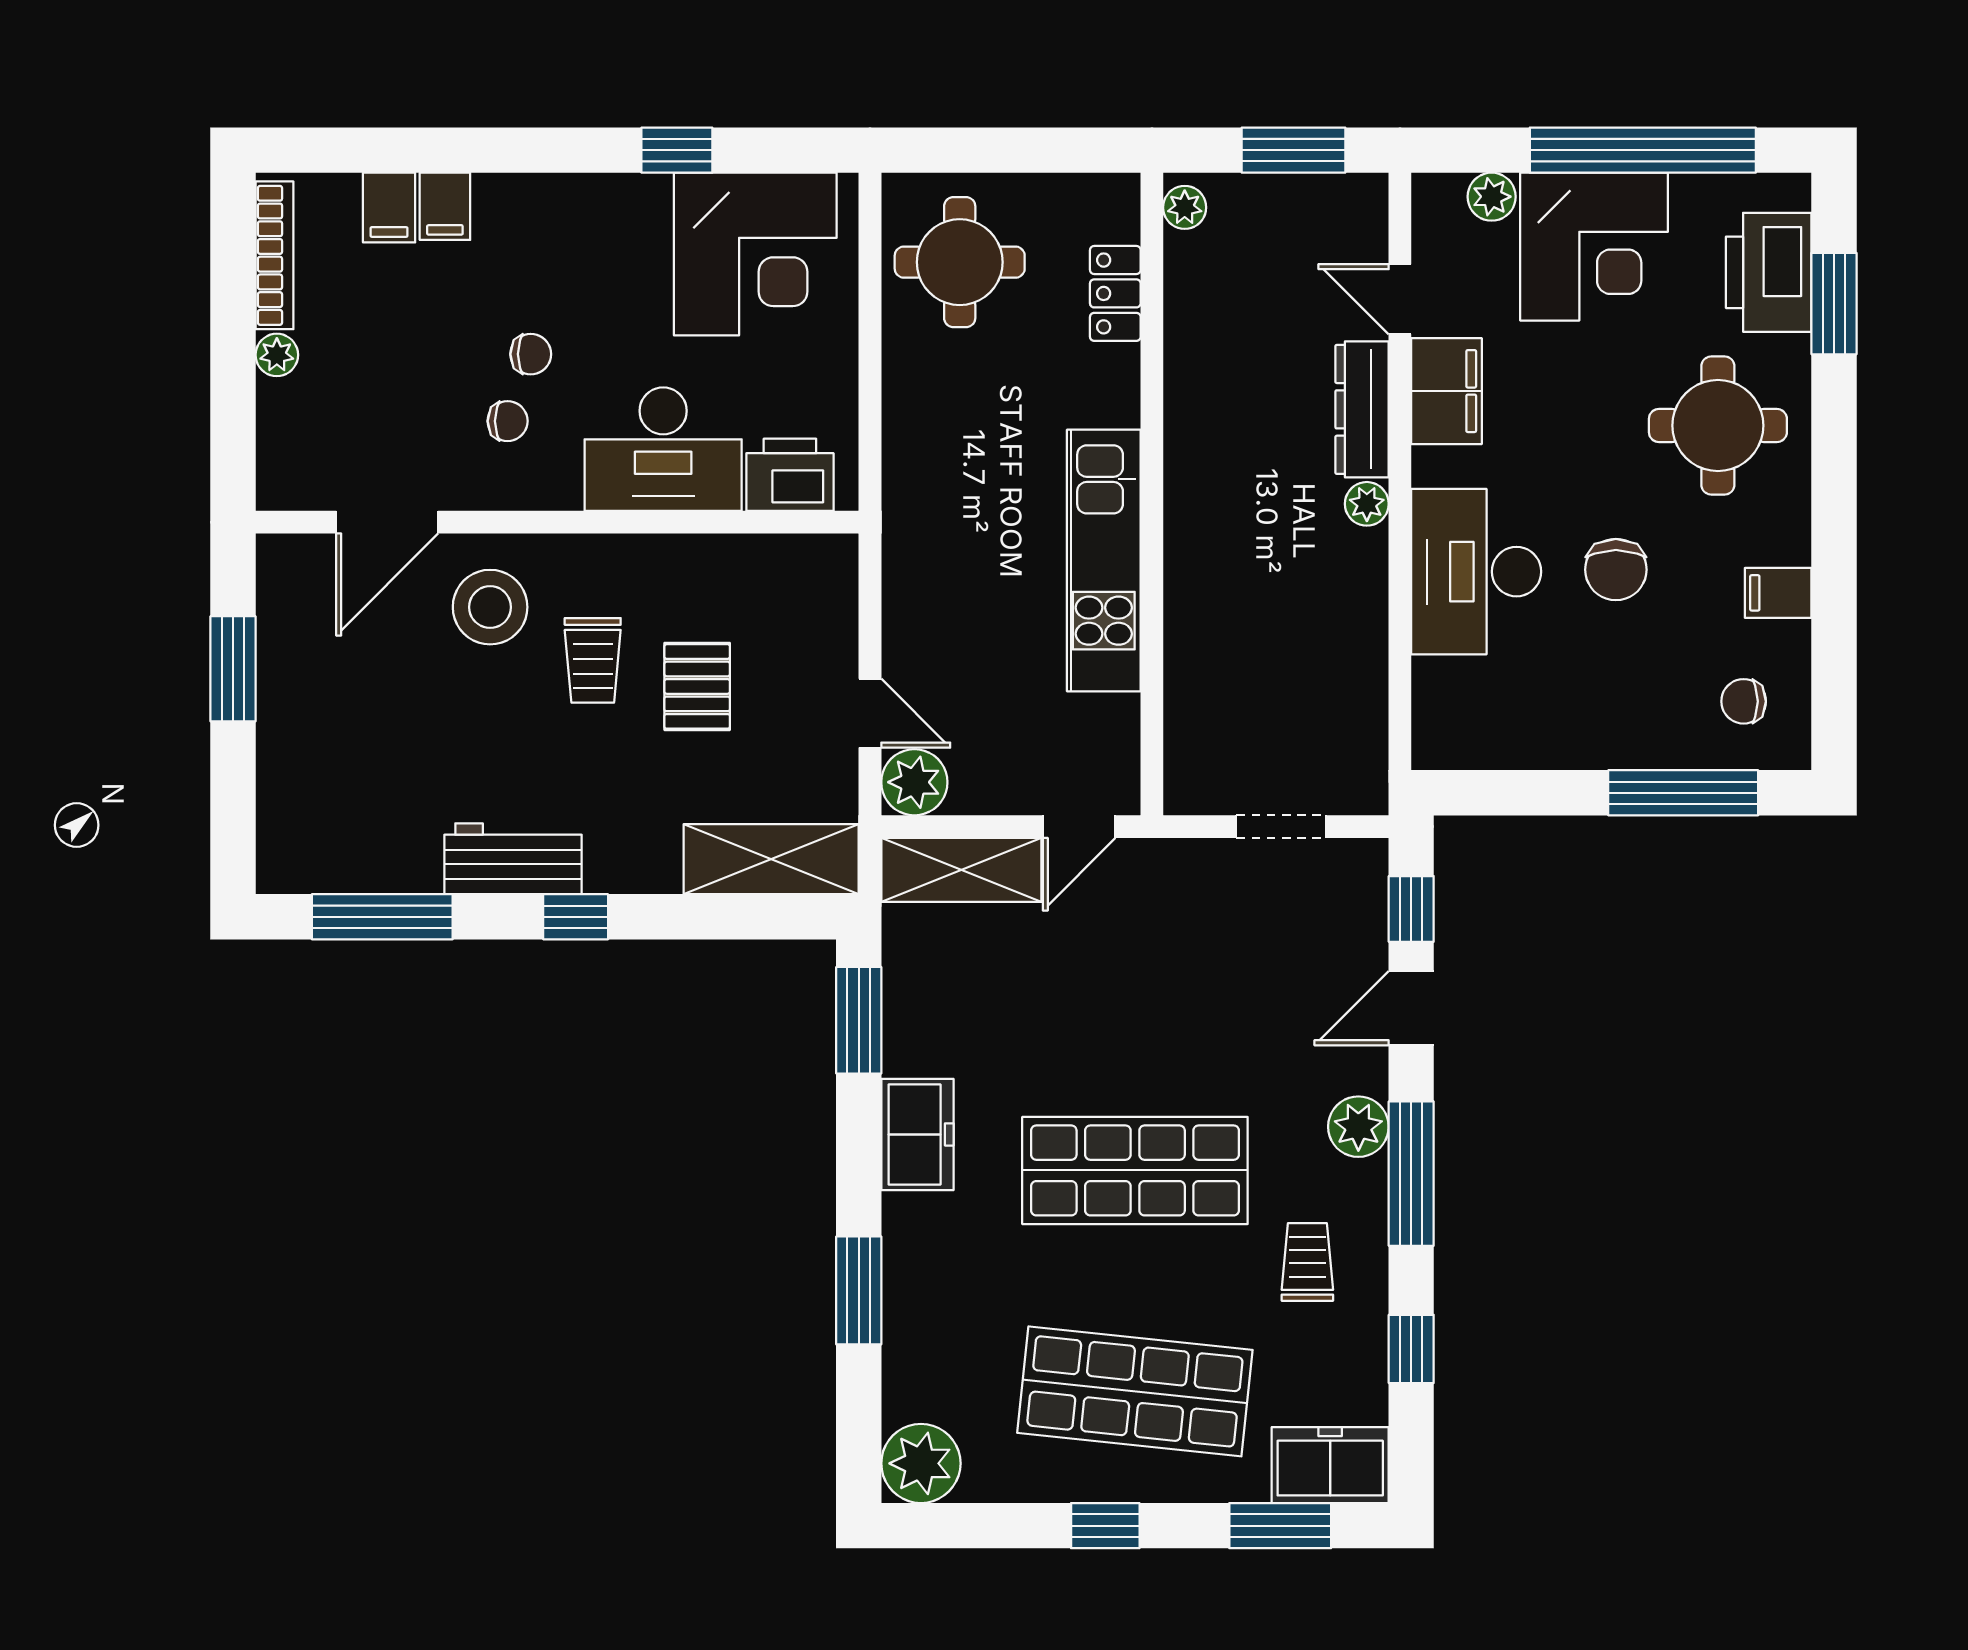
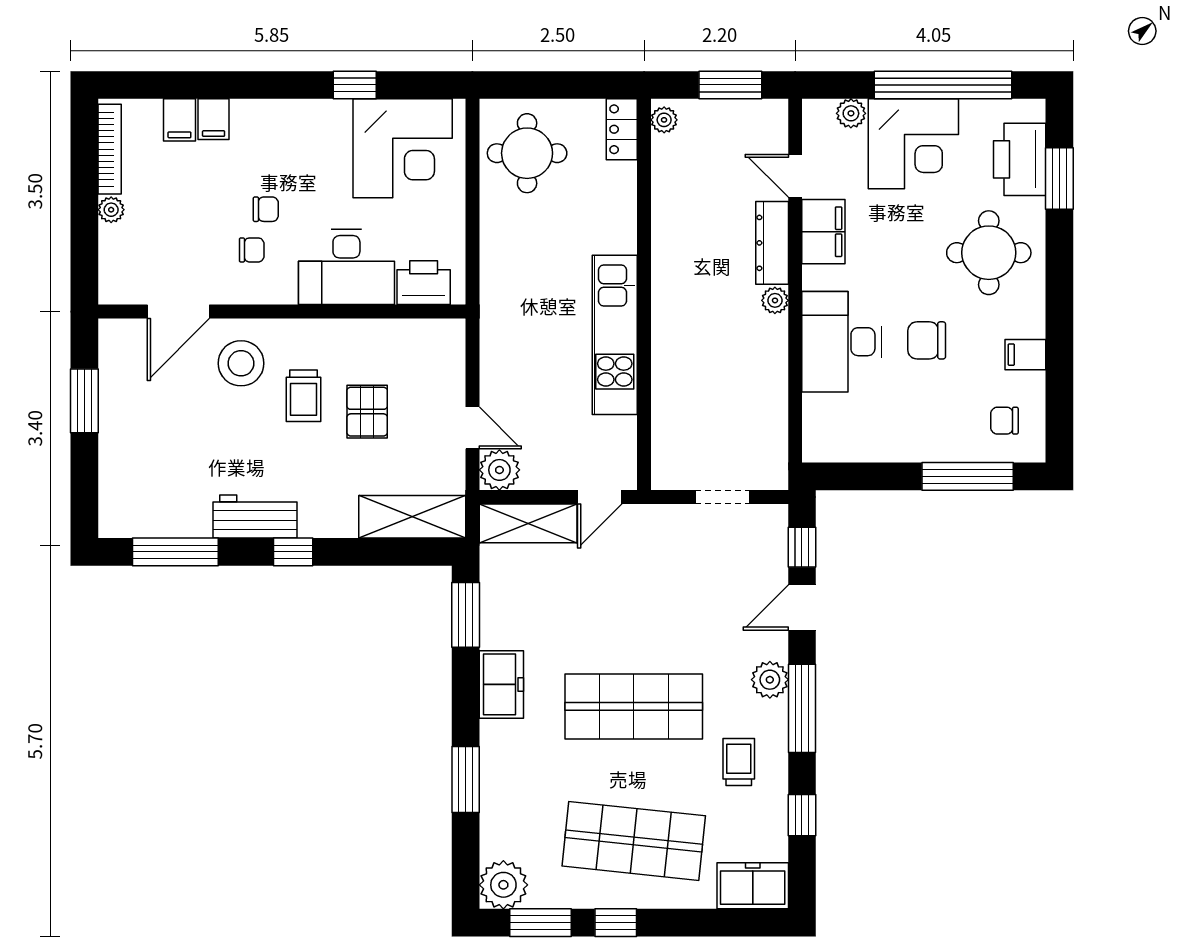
locker: (1115, 293) -> (622, 129), moved
chair: (1616, 570) -> (927, 340), turned 90
window: (1280, 1526) -> (540, 923), moved

